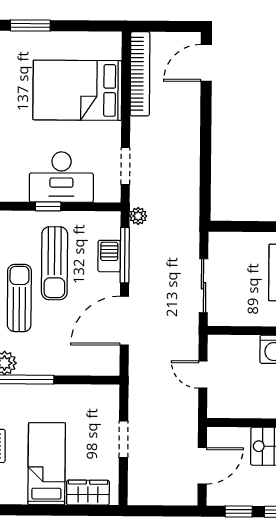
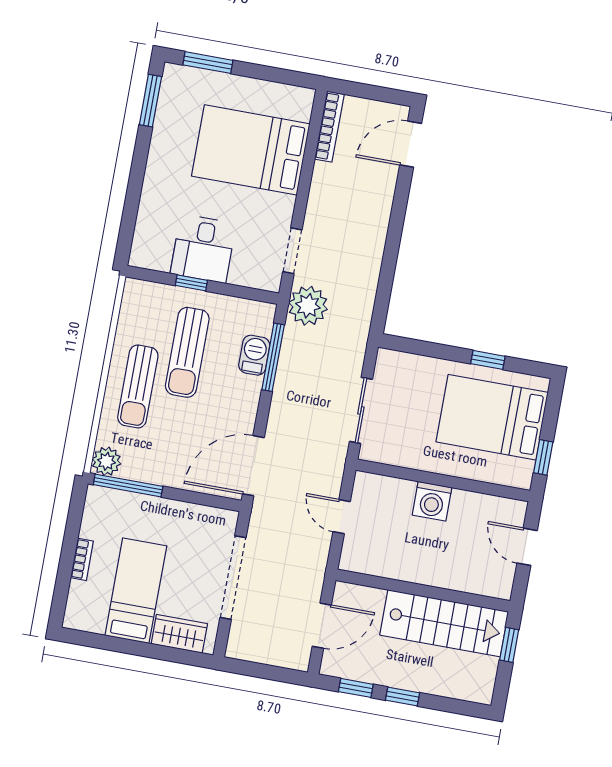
bookcase: (140, 74) -> (329, 127), width x0.68, depth x0.76
desk: (61, 177) -> (203, 249), width x0.73
plant: (138, 216) -> (308, 306), width x1.88, depth x1.88
sun lounger: (19, 298) -> (138, 386), turned 180
door: (124, 321) -> (253, 466), moved
doorway: (124, 439) -> (233, 578), width x1.87

